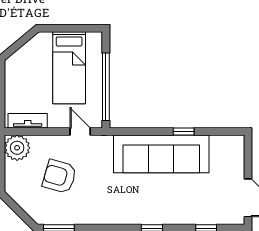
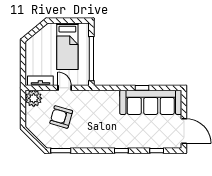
door: (80, 132) -> (65, 88), moved
sofa: (161, 154) -> (151, 102), moved

